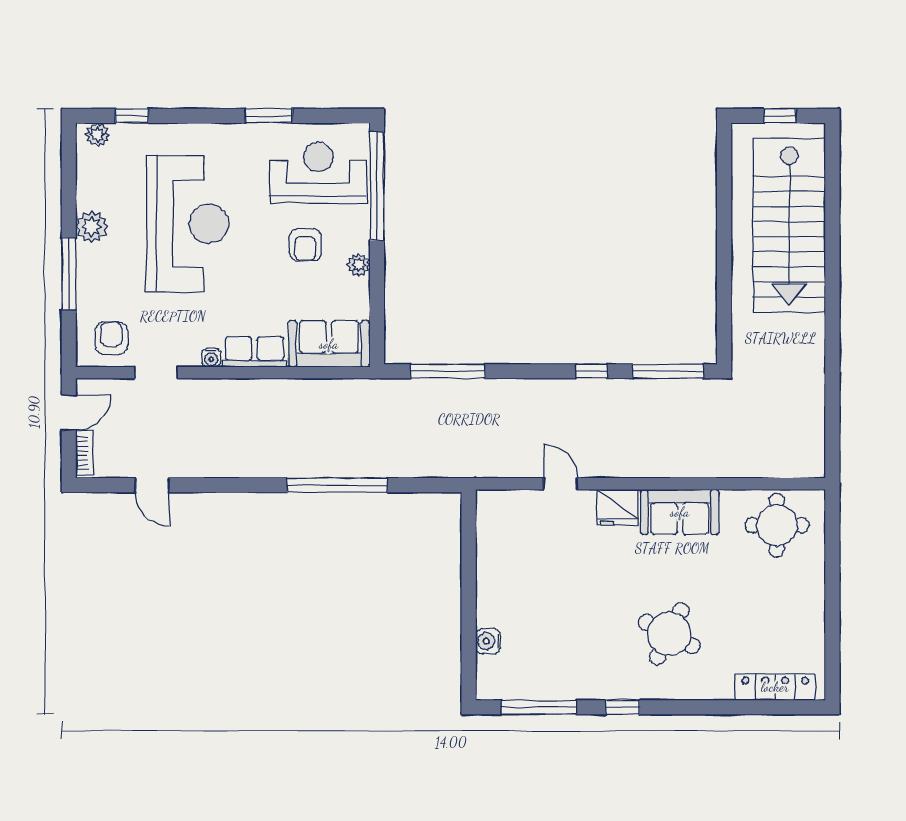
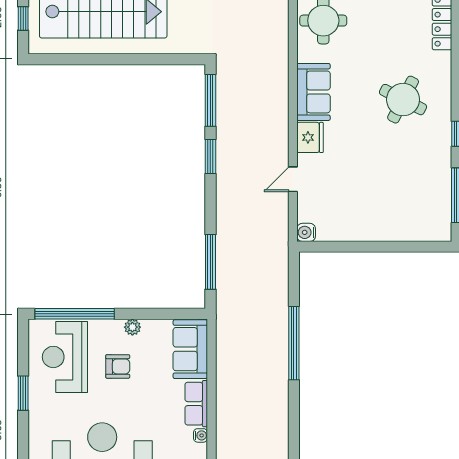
window: (592, 371) -> (210, 156), width x1.50
water cooler: (488, 641) -> (306, 232), moved, turned 90

